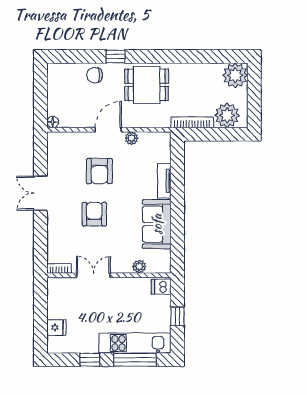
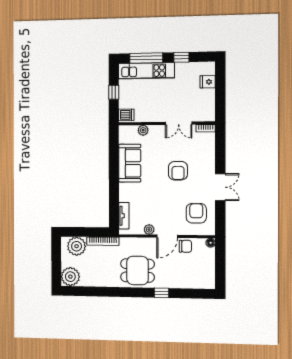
chair: (95, 75) -> (185, 246), moved
armchair: (99, 171) -> (196, 213), moved
tv unit: (164, 181) -> (124, 216), moved

